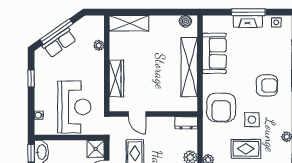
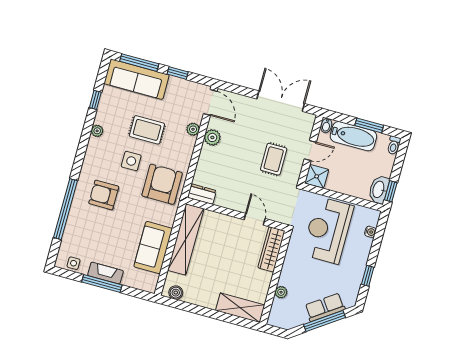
door: (137, 114) -> (255, 219), moved
wall: (153, 114) -> (236, 214), moved
dresser: (186, 123) -> (202, 194), moved

